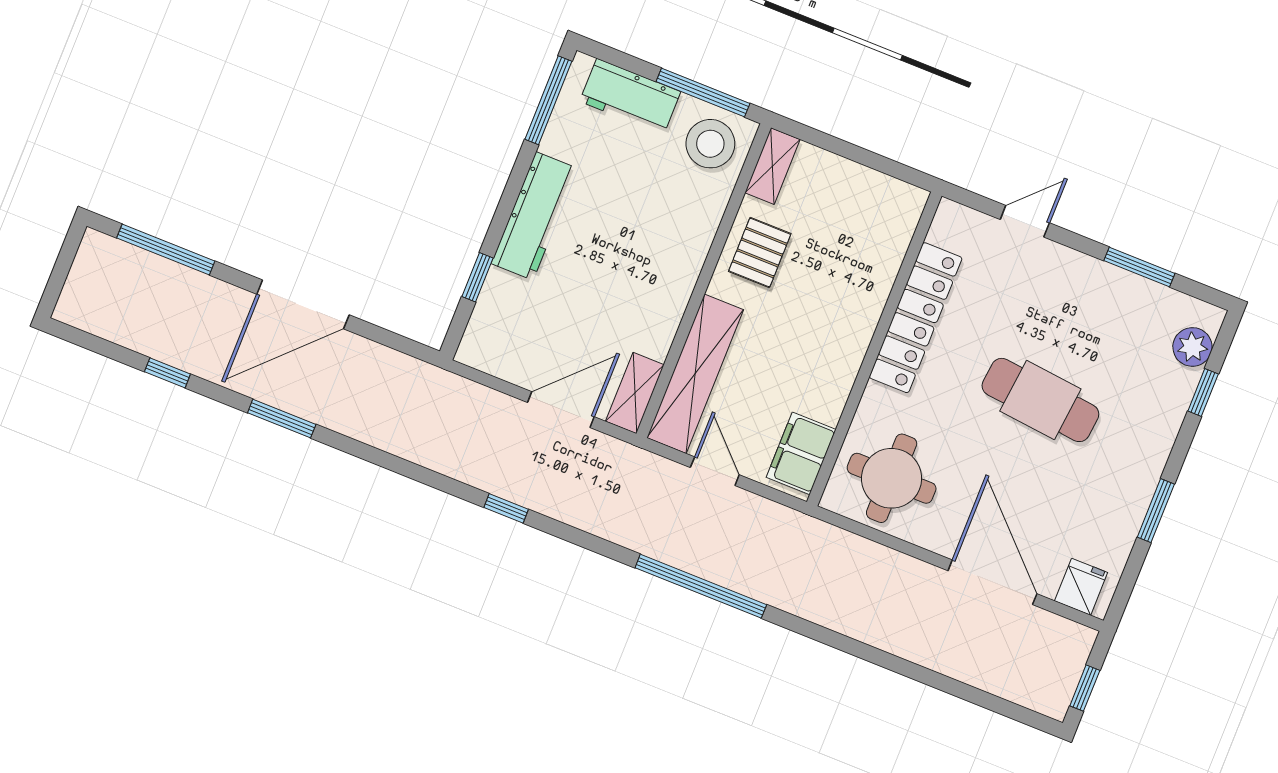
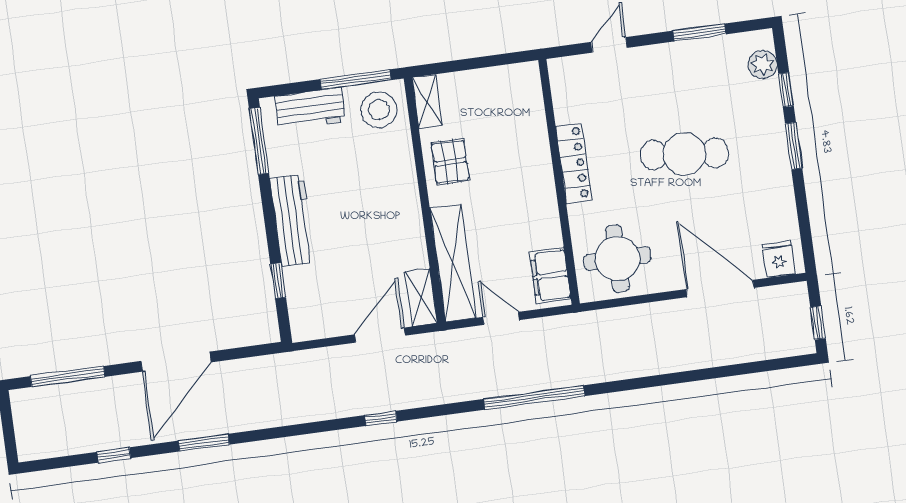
locker: (916, 318) -> (574, 163), width x0.71, depth x0.83
window: (1156, 511) -> (794, 146), moved

